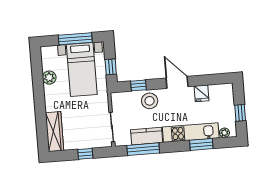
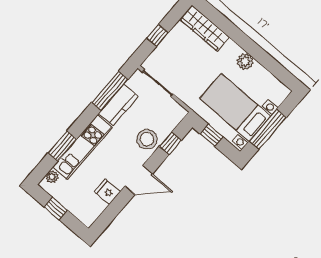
plant: (49, 78) -> (245, 61), moved

